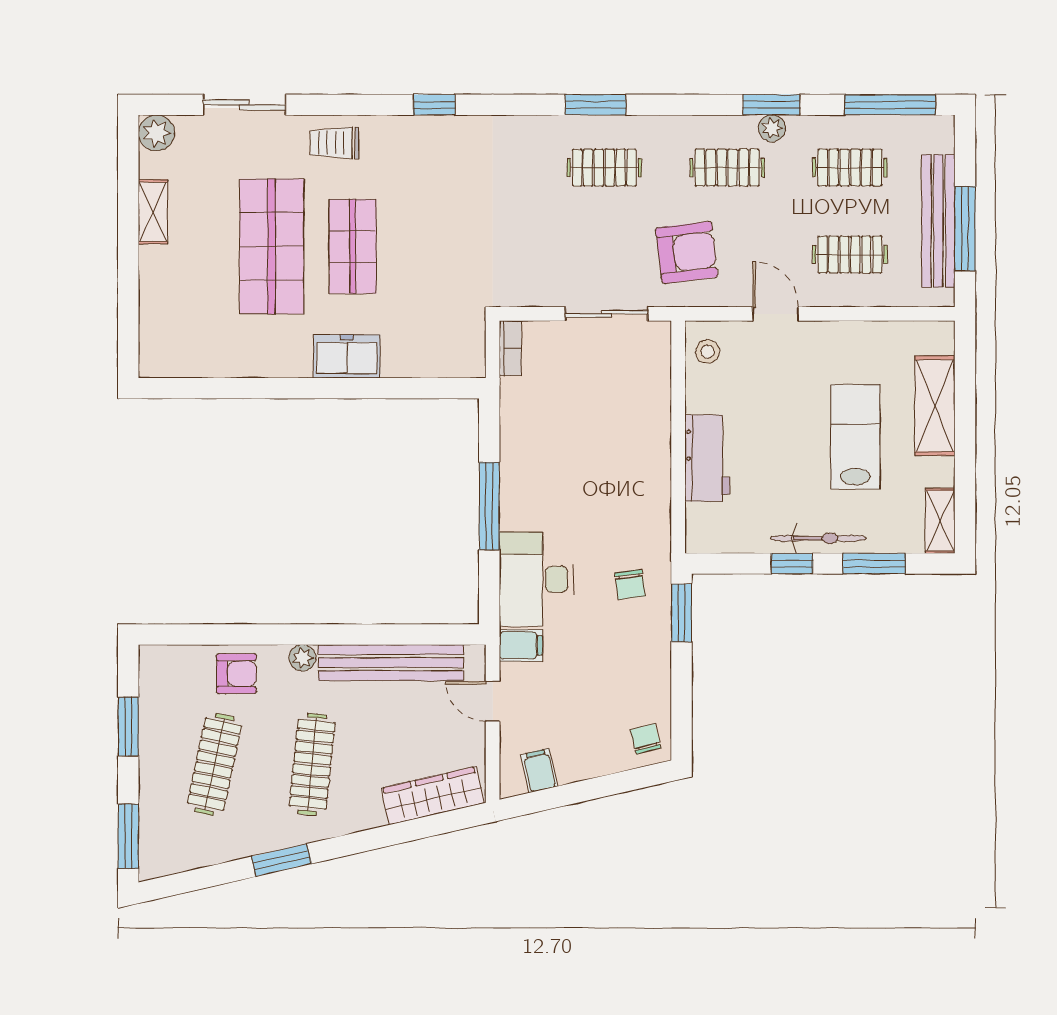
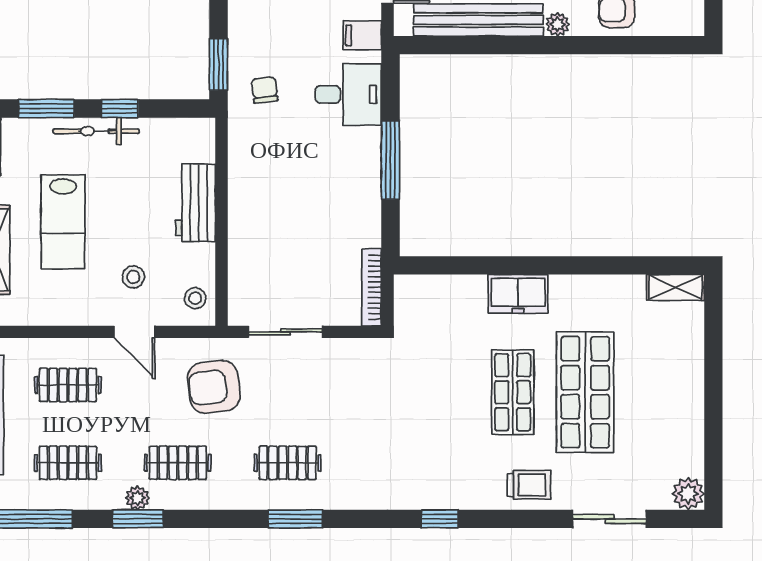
shelving: (153, 212) -> (676, 287), moved, turned 90
bookcase: (510, 348) -> (372, 287), width x1.56
stool: (777, 375) -> (133, 277), added
desk: (536, 579) -> (348, 94), width x0.73

